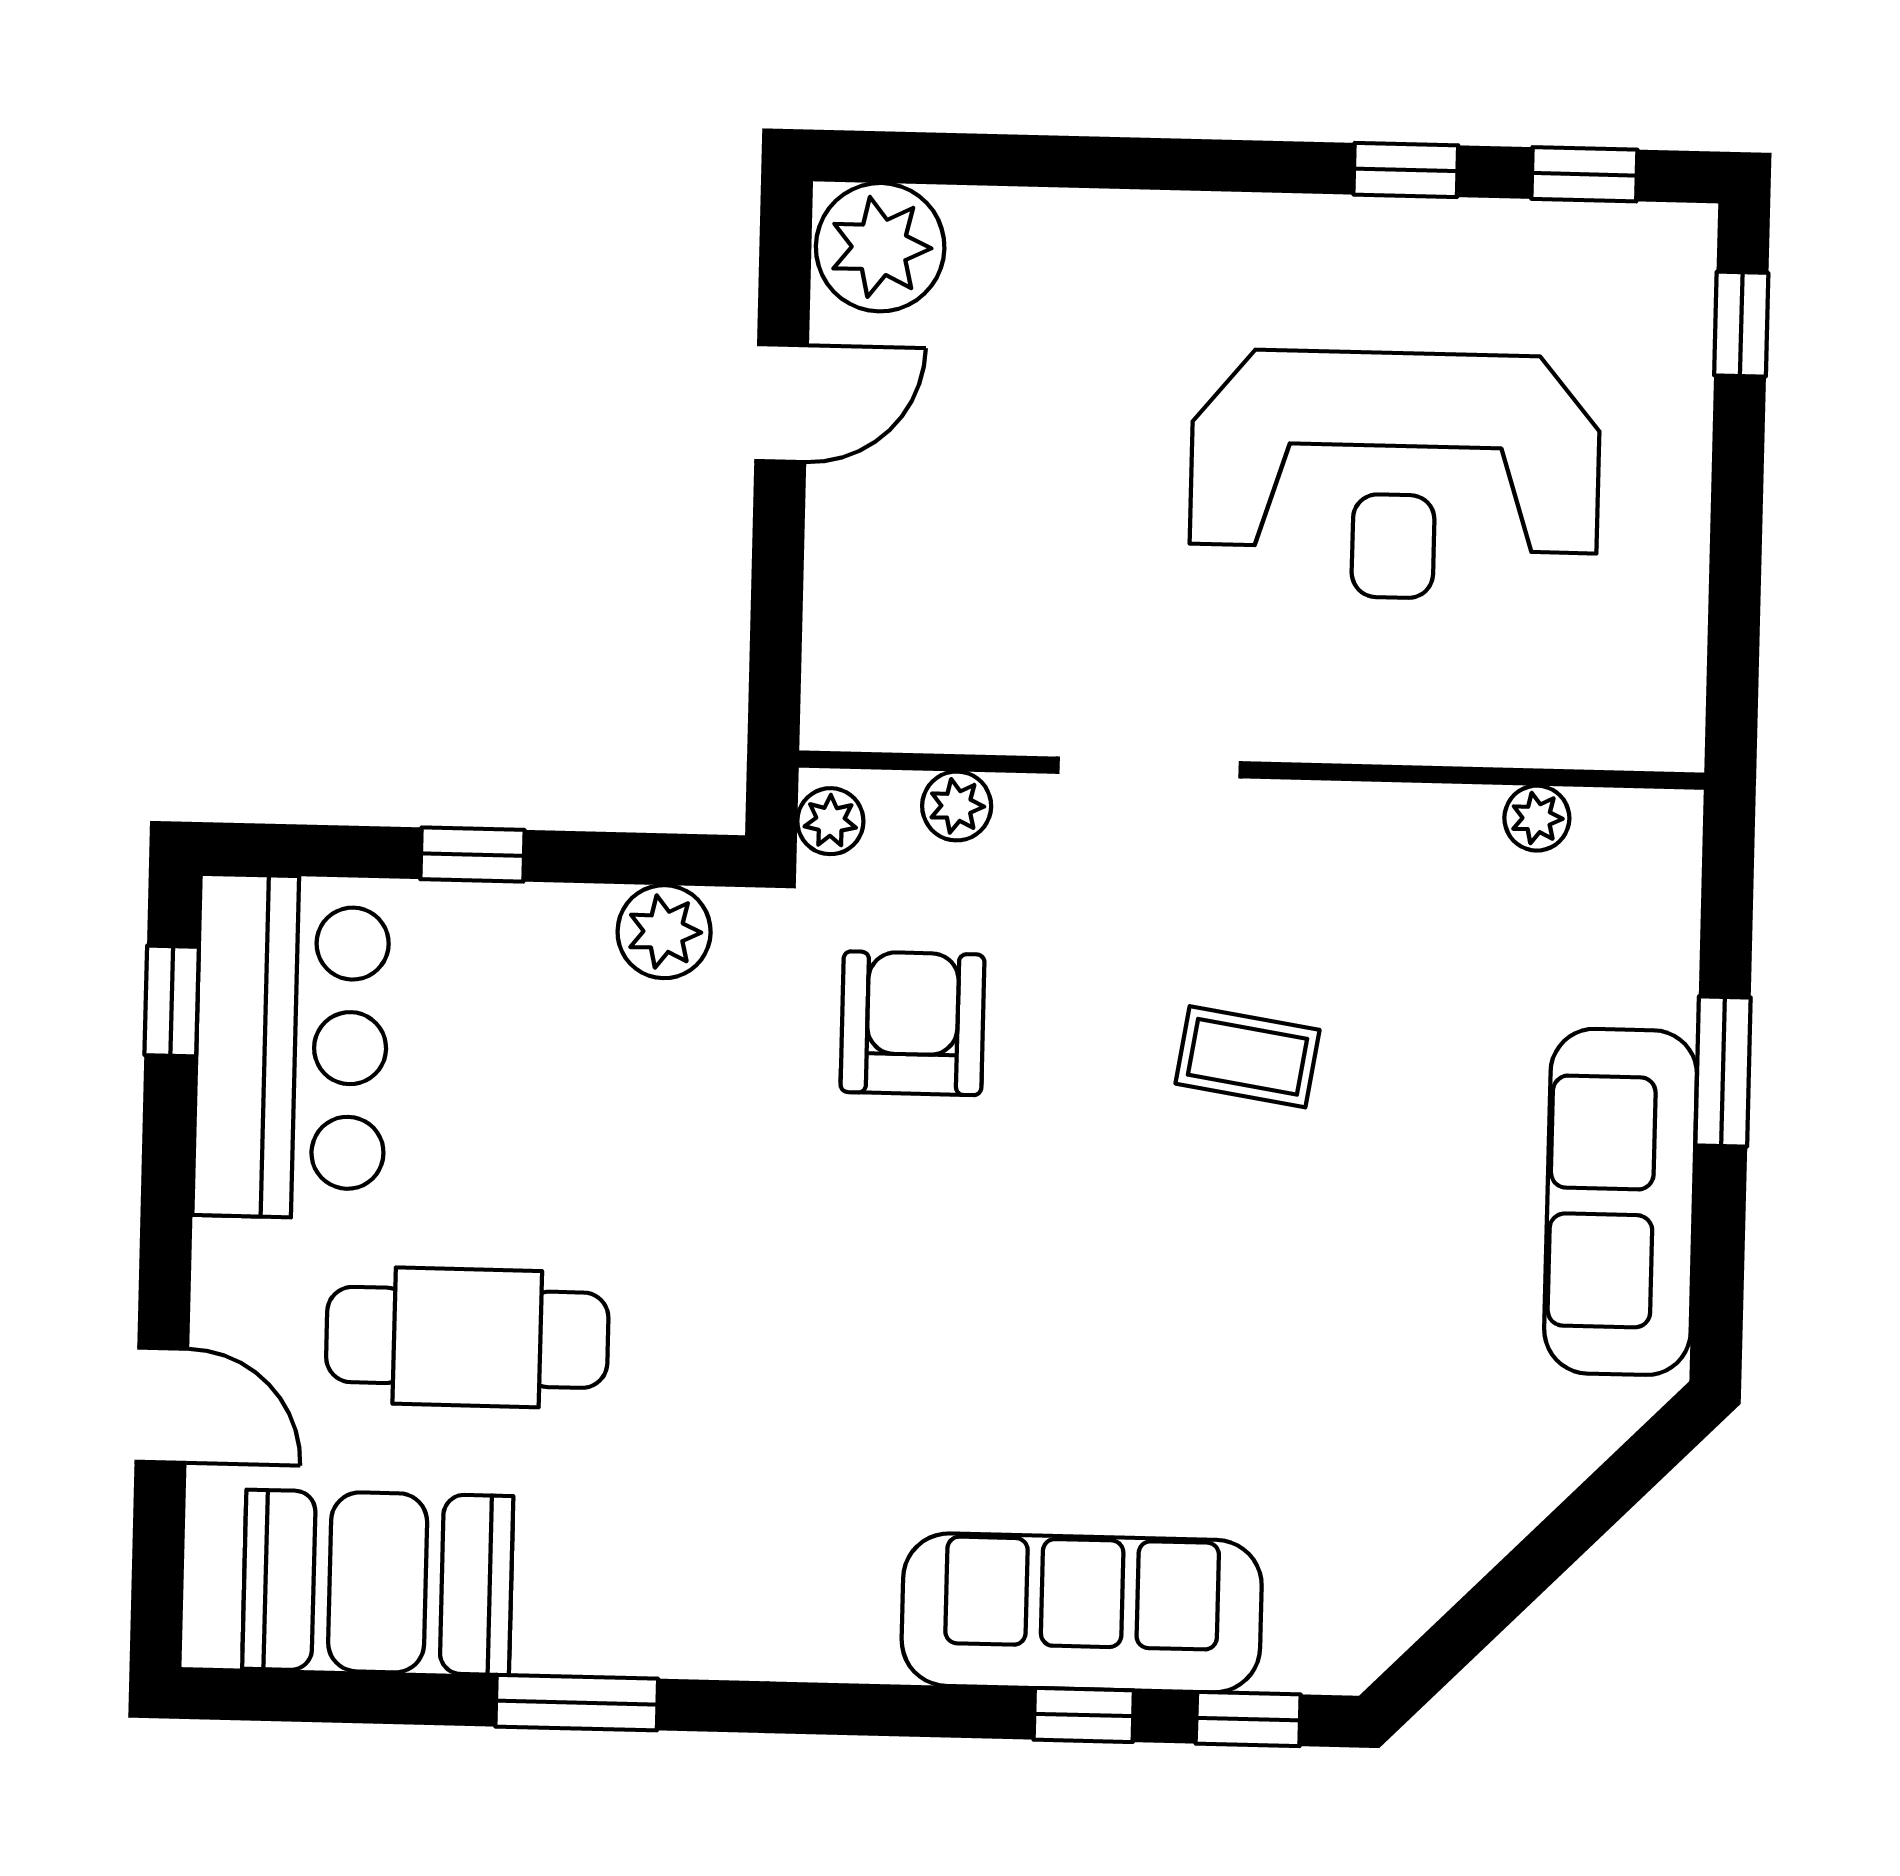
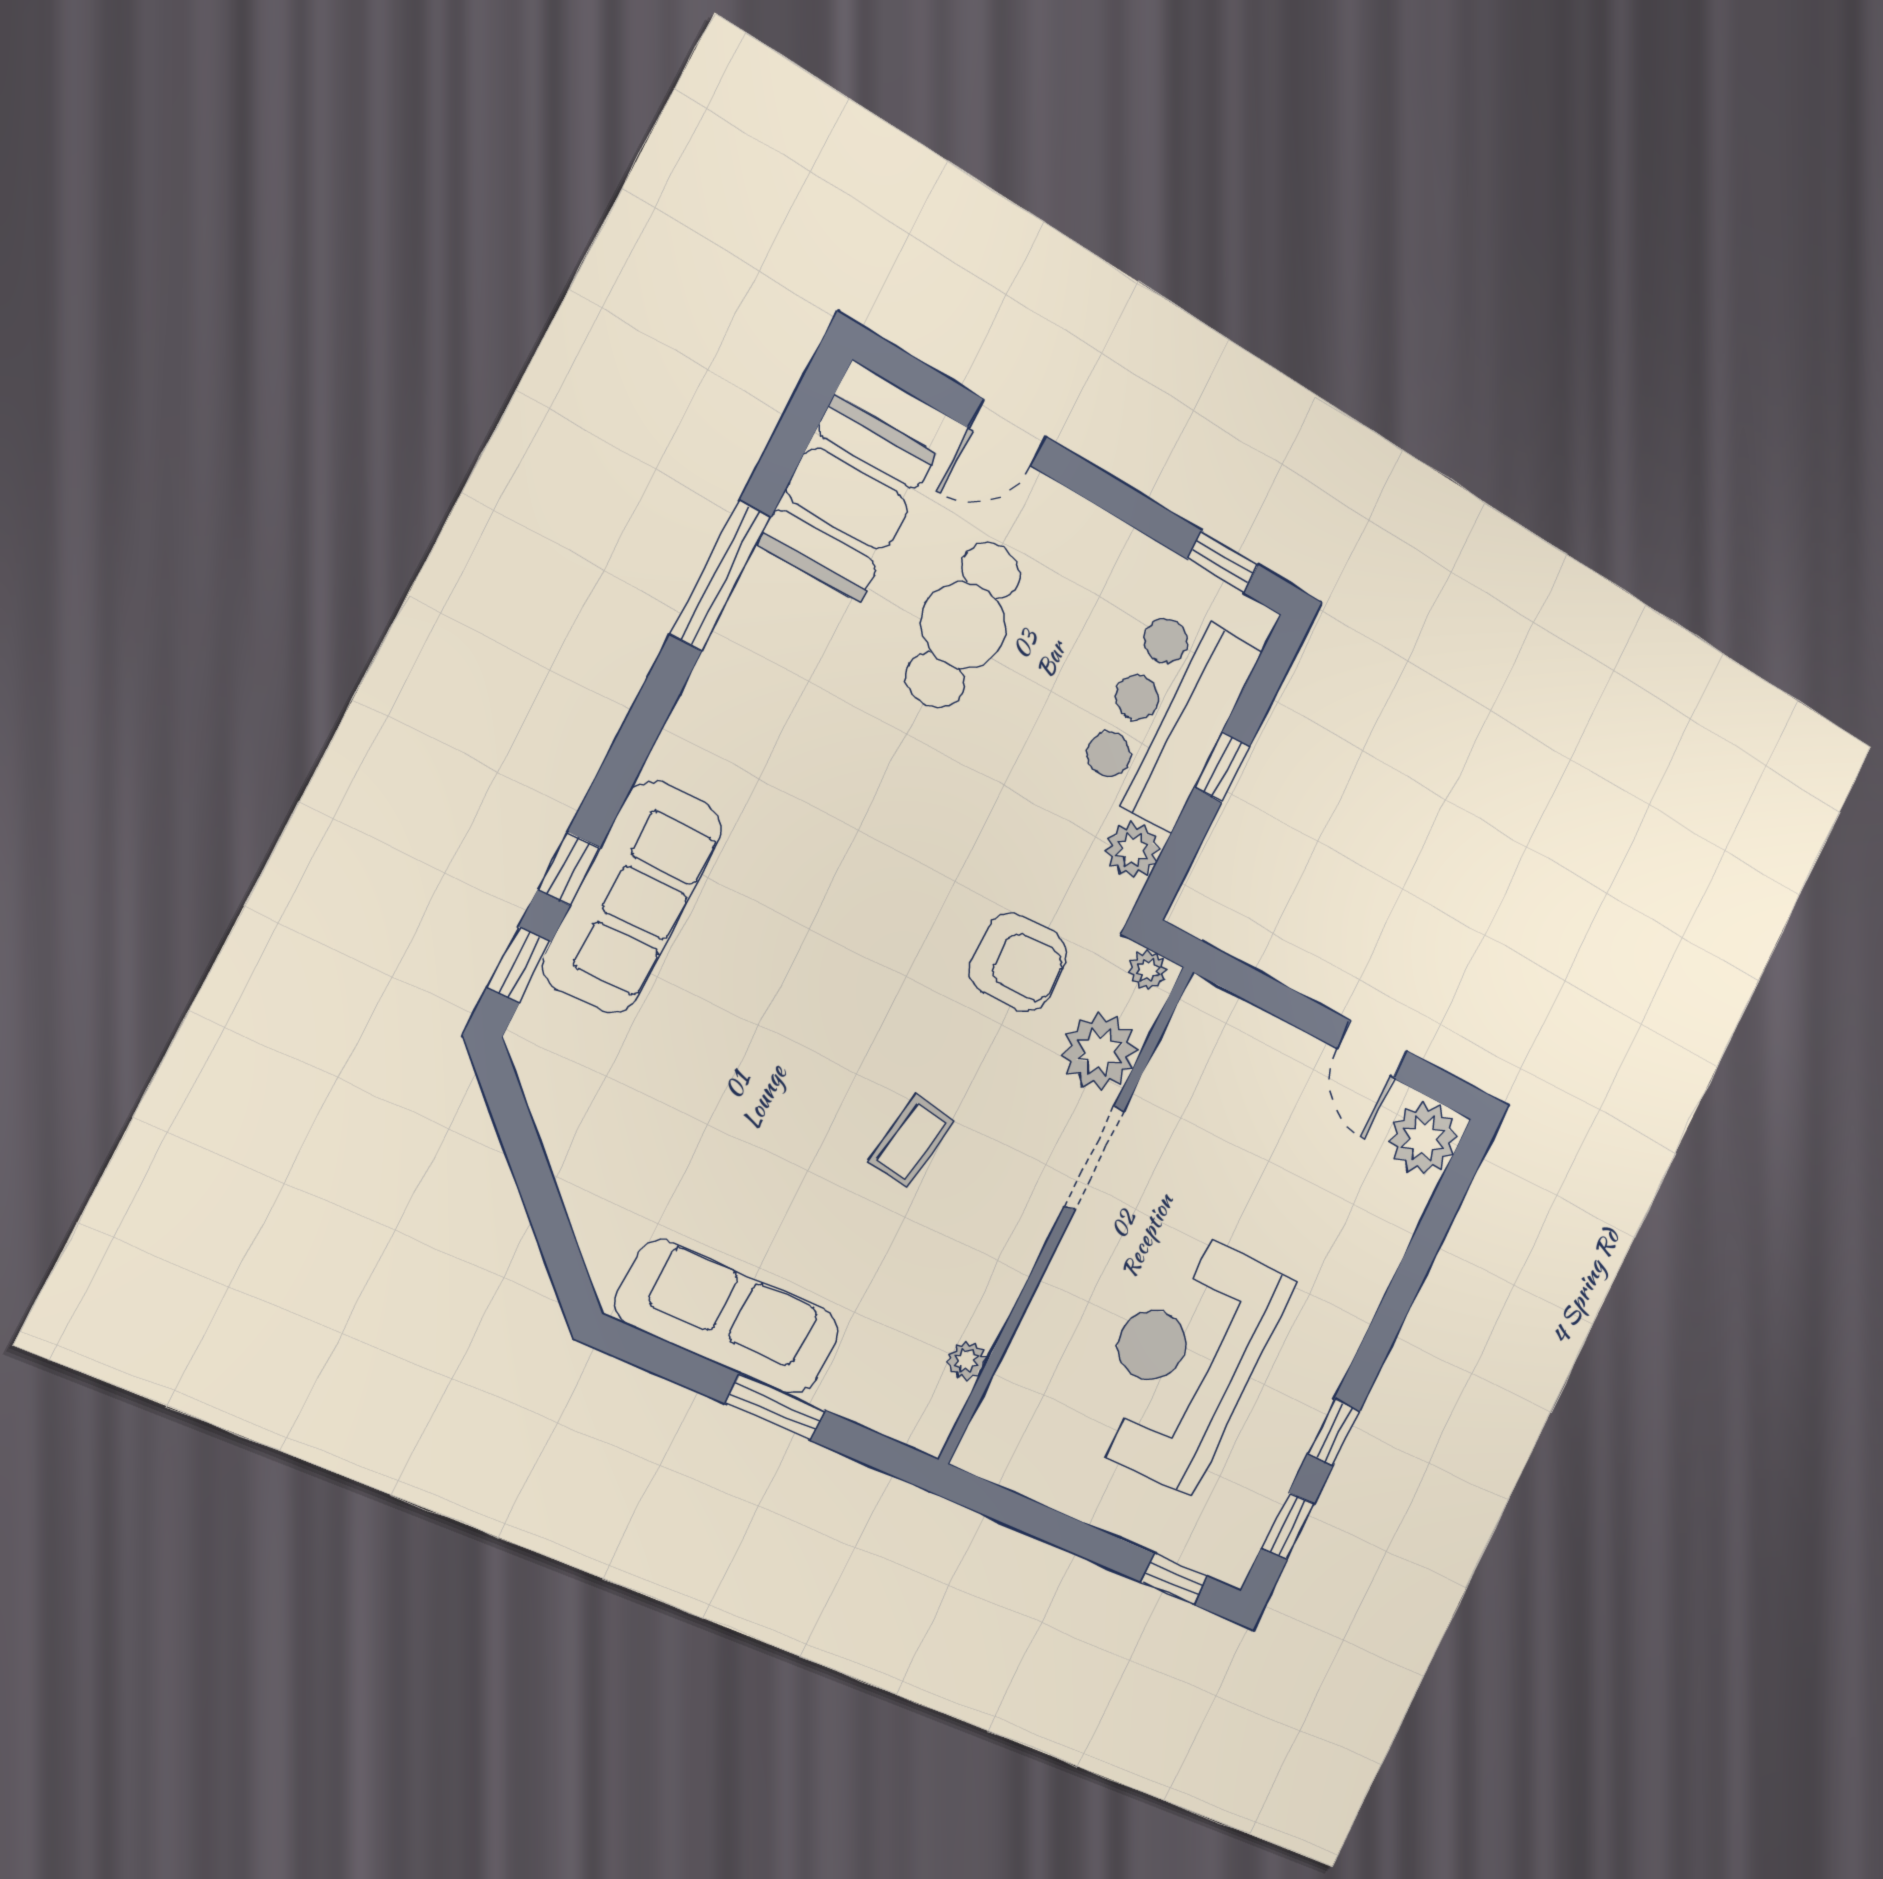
plant: (957, 806) -> (1100, 1052), width x1.88, depth x1.88
bar counter: (291, 1047) -> (1168, 715), moved, turned 90
window: (577, 1703) -> (721, 575), width x1.44

